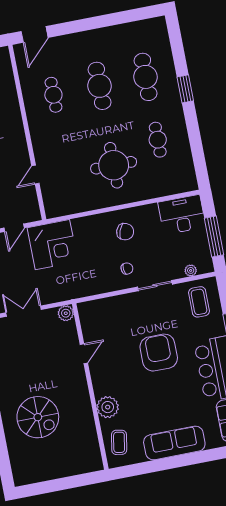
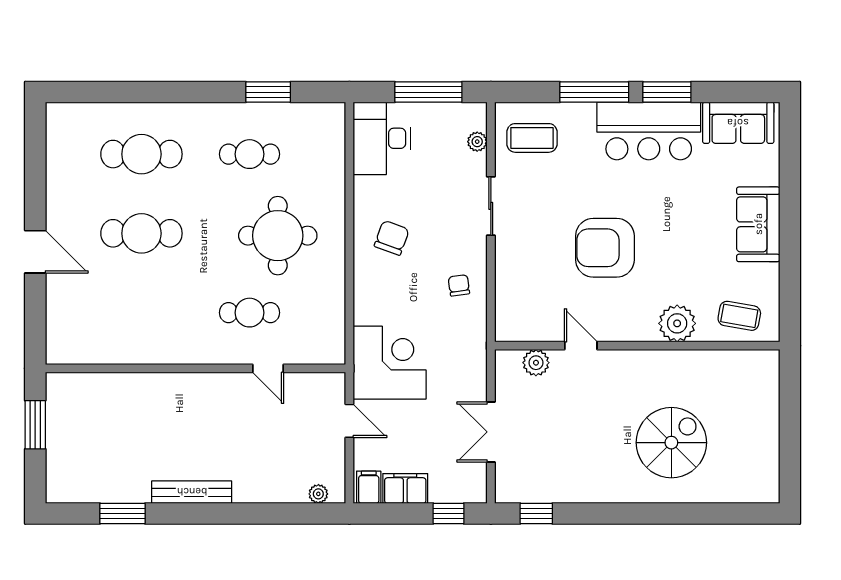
door: (35, 34) -> (35, 252), moved
window: (185, 89) -> (268, 92), moved
cafe table: (53, 95) -> (250, 313), moved
chair: (127, 269) -> (459, 285), moved
plant: (66, 313) -> (536, 363), moved
armchair: (159, 353) -> (605, 248), moved
sofa: (174, 443) -> (758, 224), width x0.73

